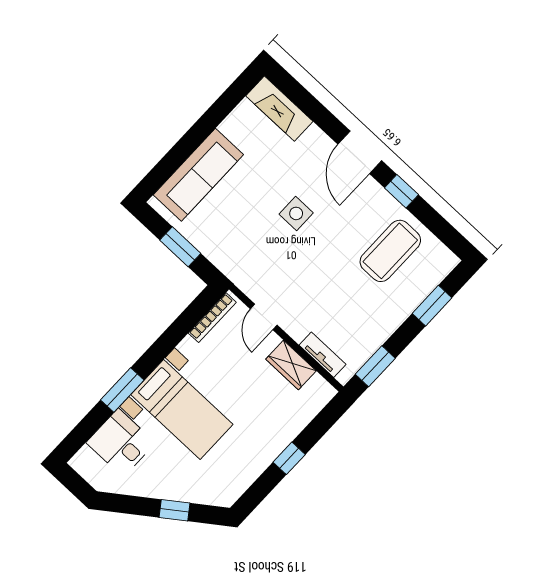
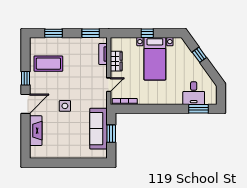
fireplace: (279, 109) -> (36, 131), moved
sofa: (198, 175) -> (98, 129), moved, turned -90
window: (122, 390) -> (198, 109), moved
bed with nightstands: (182, 410) -> (155, 59), moved, turned 180

